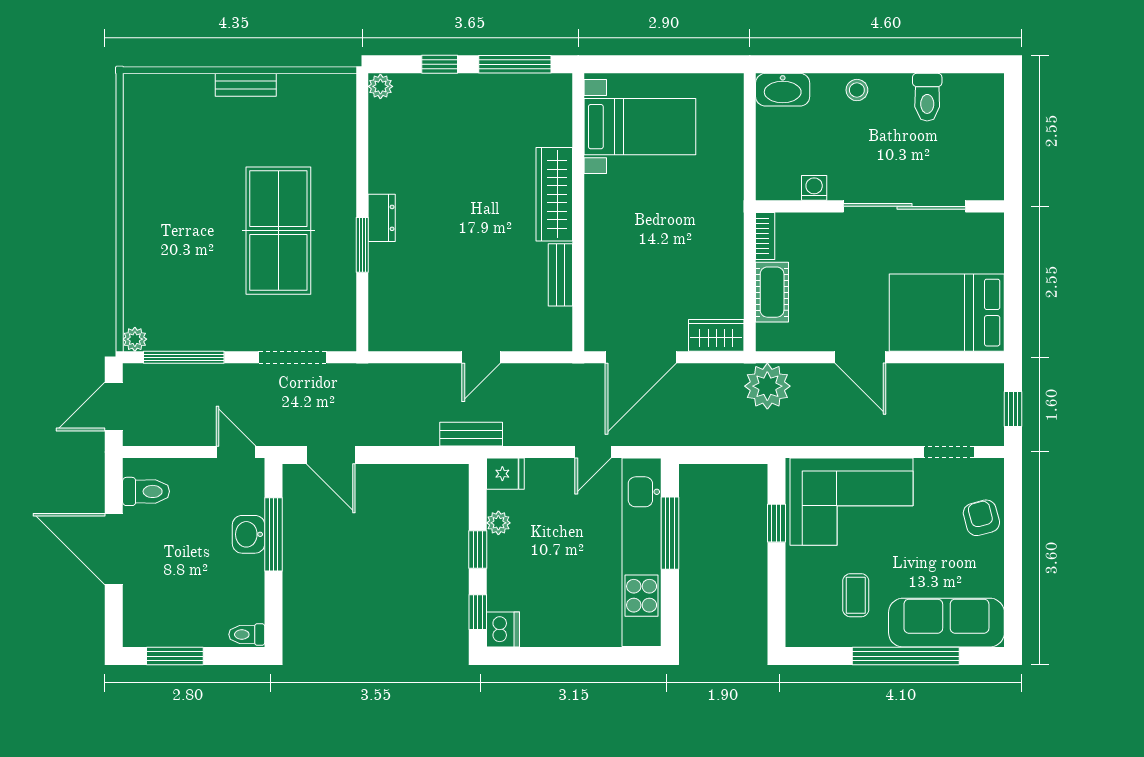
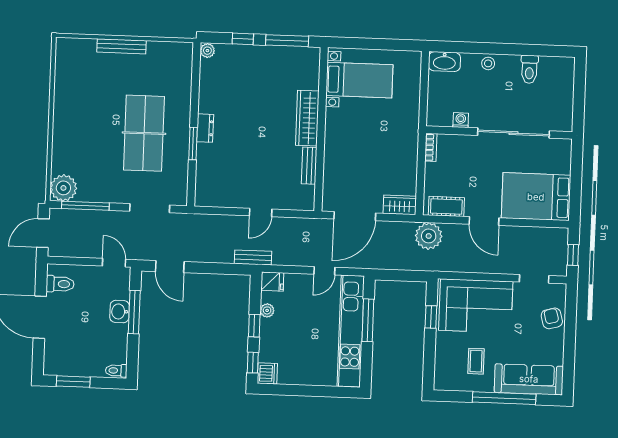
bench: (246, 85) -> (122, 46), width x1.36
cot: (772, 292) -> (446, 206), moved, turned 90
plant: (135, 339) -> (63, 188), width x1.87, depth x1.87

